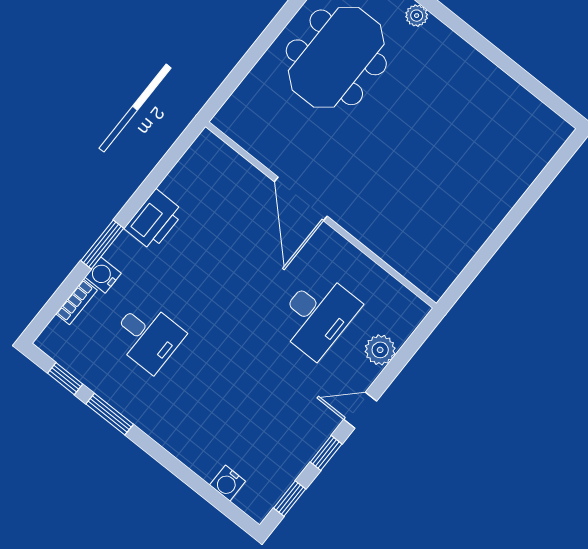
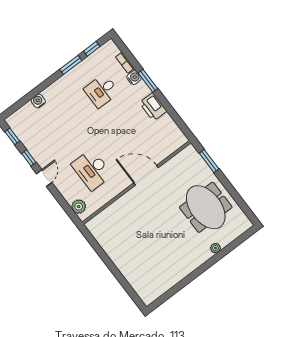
window: (238, 74) -> (209, 161), added
plant: (380, 350) -> (79, 207), moved
water cooler: (228, 483) -> (38, 101), moved

